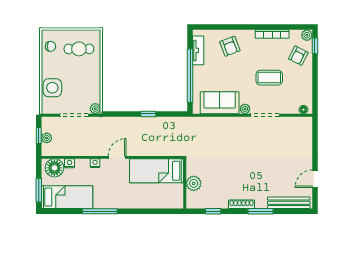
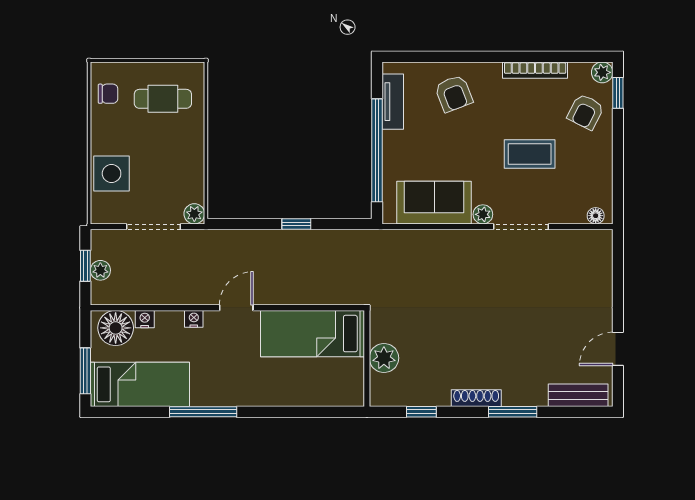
bench: (289, 203) -> (578, 395), width x0.73

